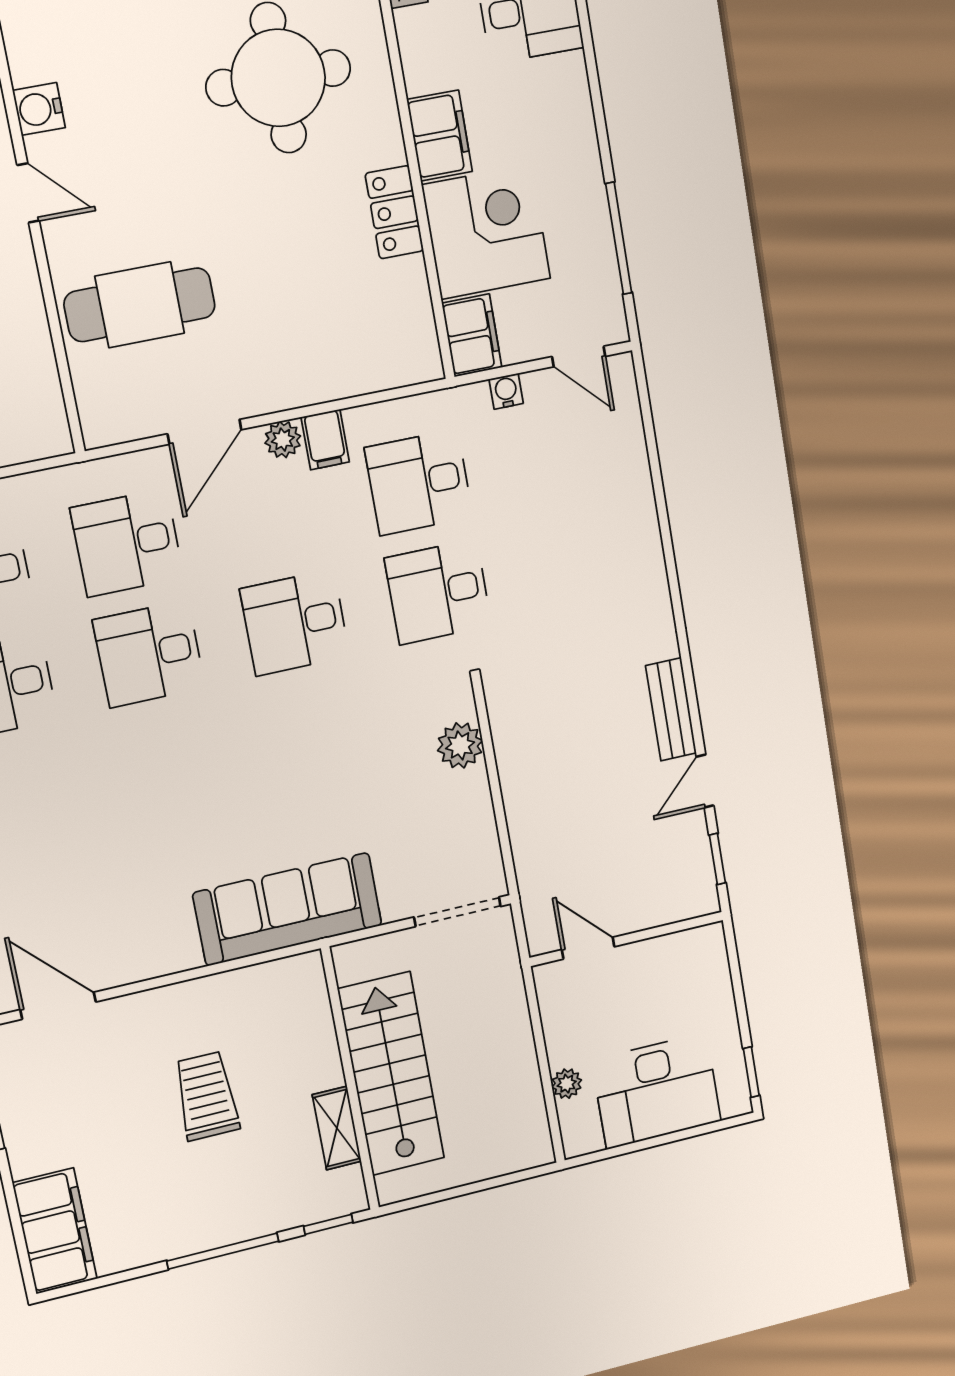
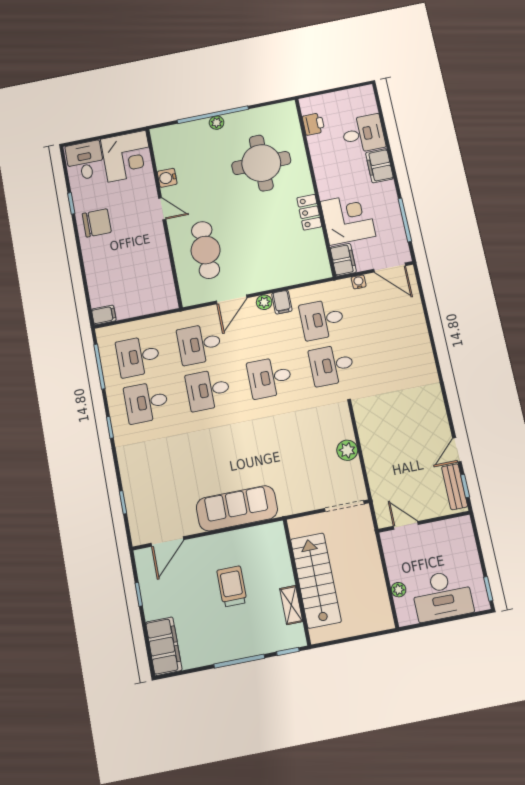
filing cabinet: (440, 136) -> (379, 166), moved, turned 180
cafe table: (140, 305) -> (206, 250), turned 90
door: (579, 357) -> (390, 268), width x1.38
bench: (671, 709) -> (455, 487), moved
plant: (460, 745) -> (347, 450), moved
sofa: (288, 909) -> (237, 508), moved
door: (58, 1006) -> (167, 542), swing flipped

